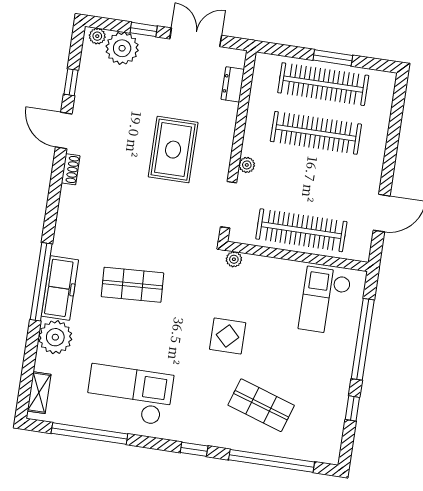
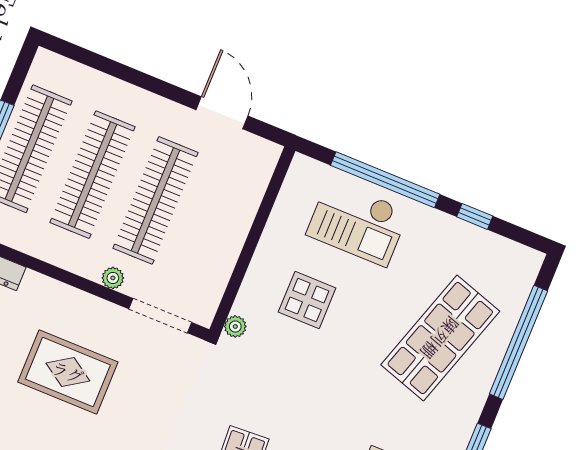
clothes rail: (301, 230) -> (156, 200), moved
checkout: (325, 301) -> (358, 223), moved
display table: (228, 336) -> (307, 300), moved
shop shelf: (261, 405) -> (440, 338), width x1.43, depth x1.36

